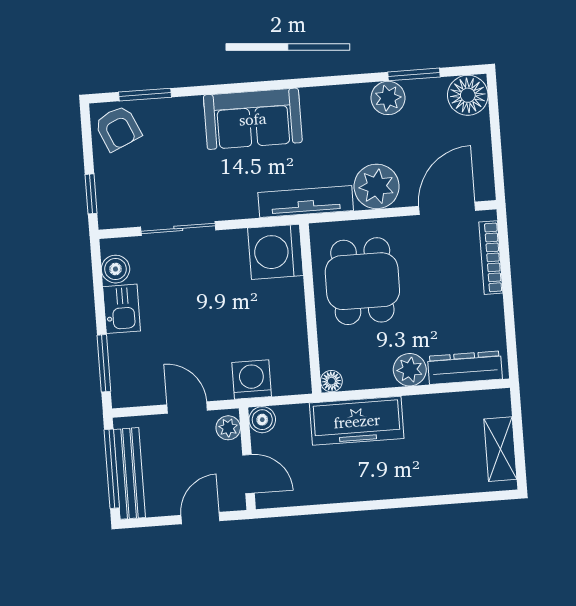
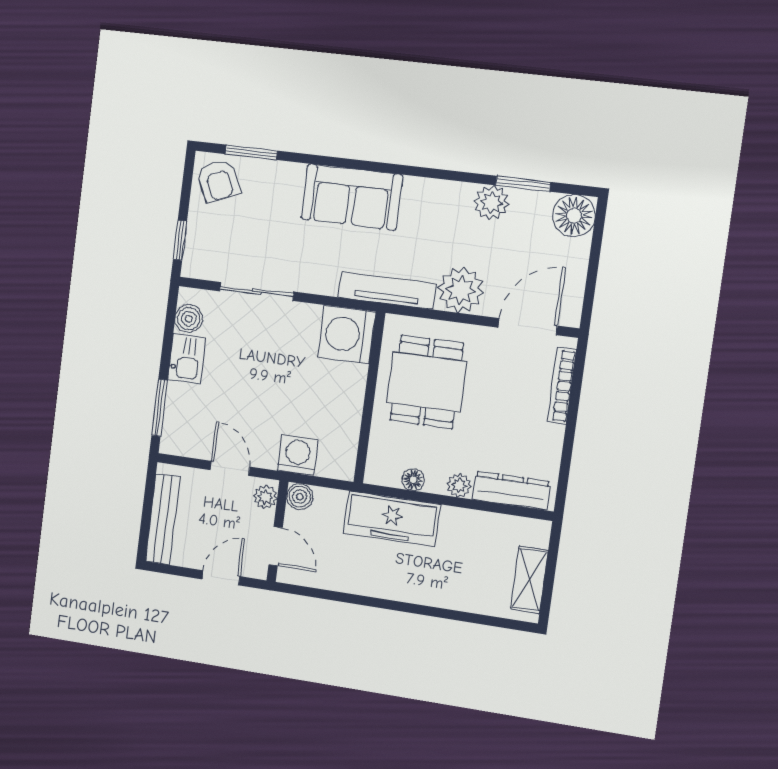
plant: (410, 370) -> (459, 485), width x0.73, depth x0.73
floor lamp: (331, 381) -> (413, 480), moved
window: (112, 469) -> (147, 511), removed

